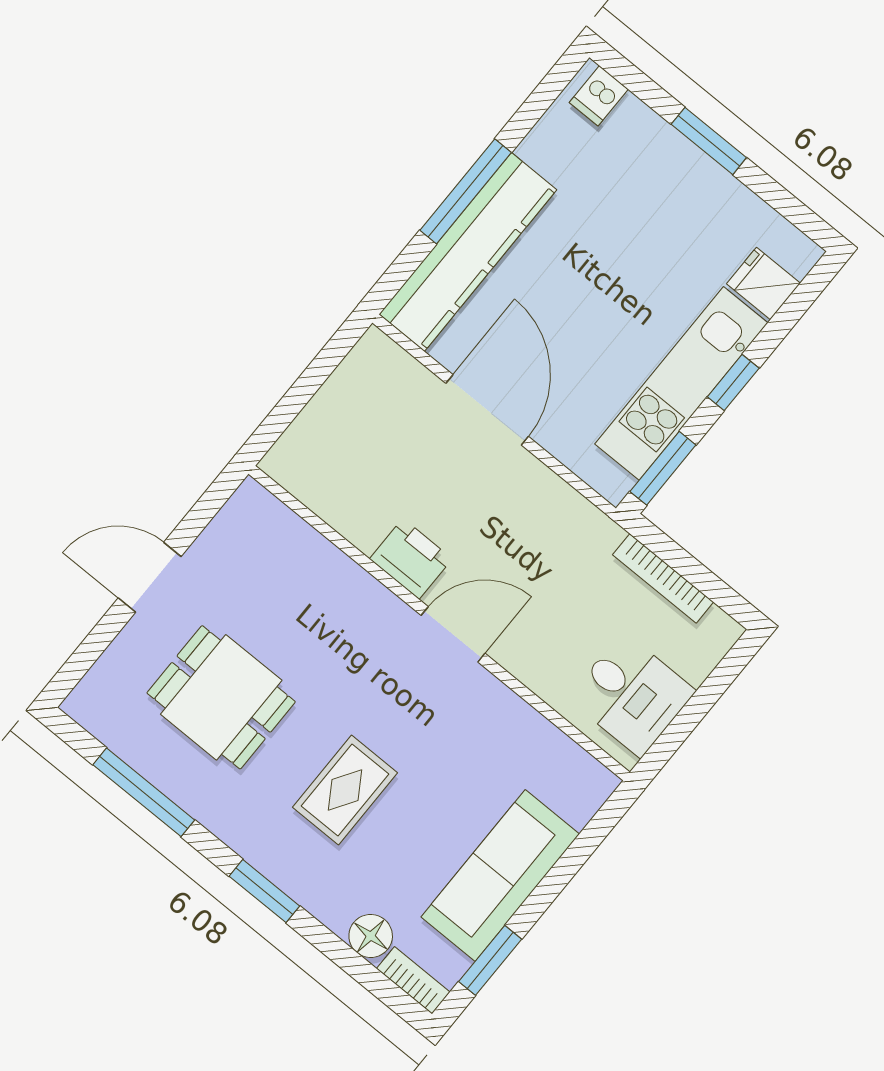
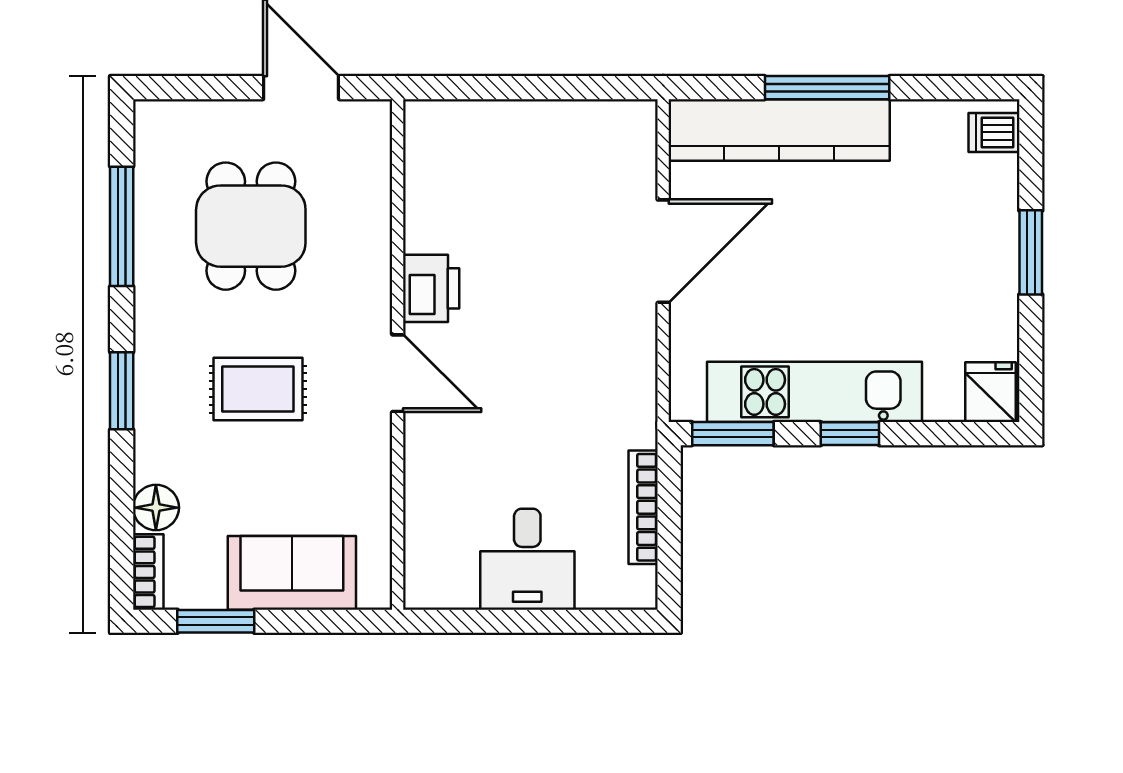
fridge: (763, 284) -> (991, 392), moved
printer: (411, 559) -> (431, 288), moved
wall: (439, 623) -> (398, 354), moved
door: (453, 634) -> (398, 373), moved
sofa: (500, 875) -> (292, 573), width x0.73

